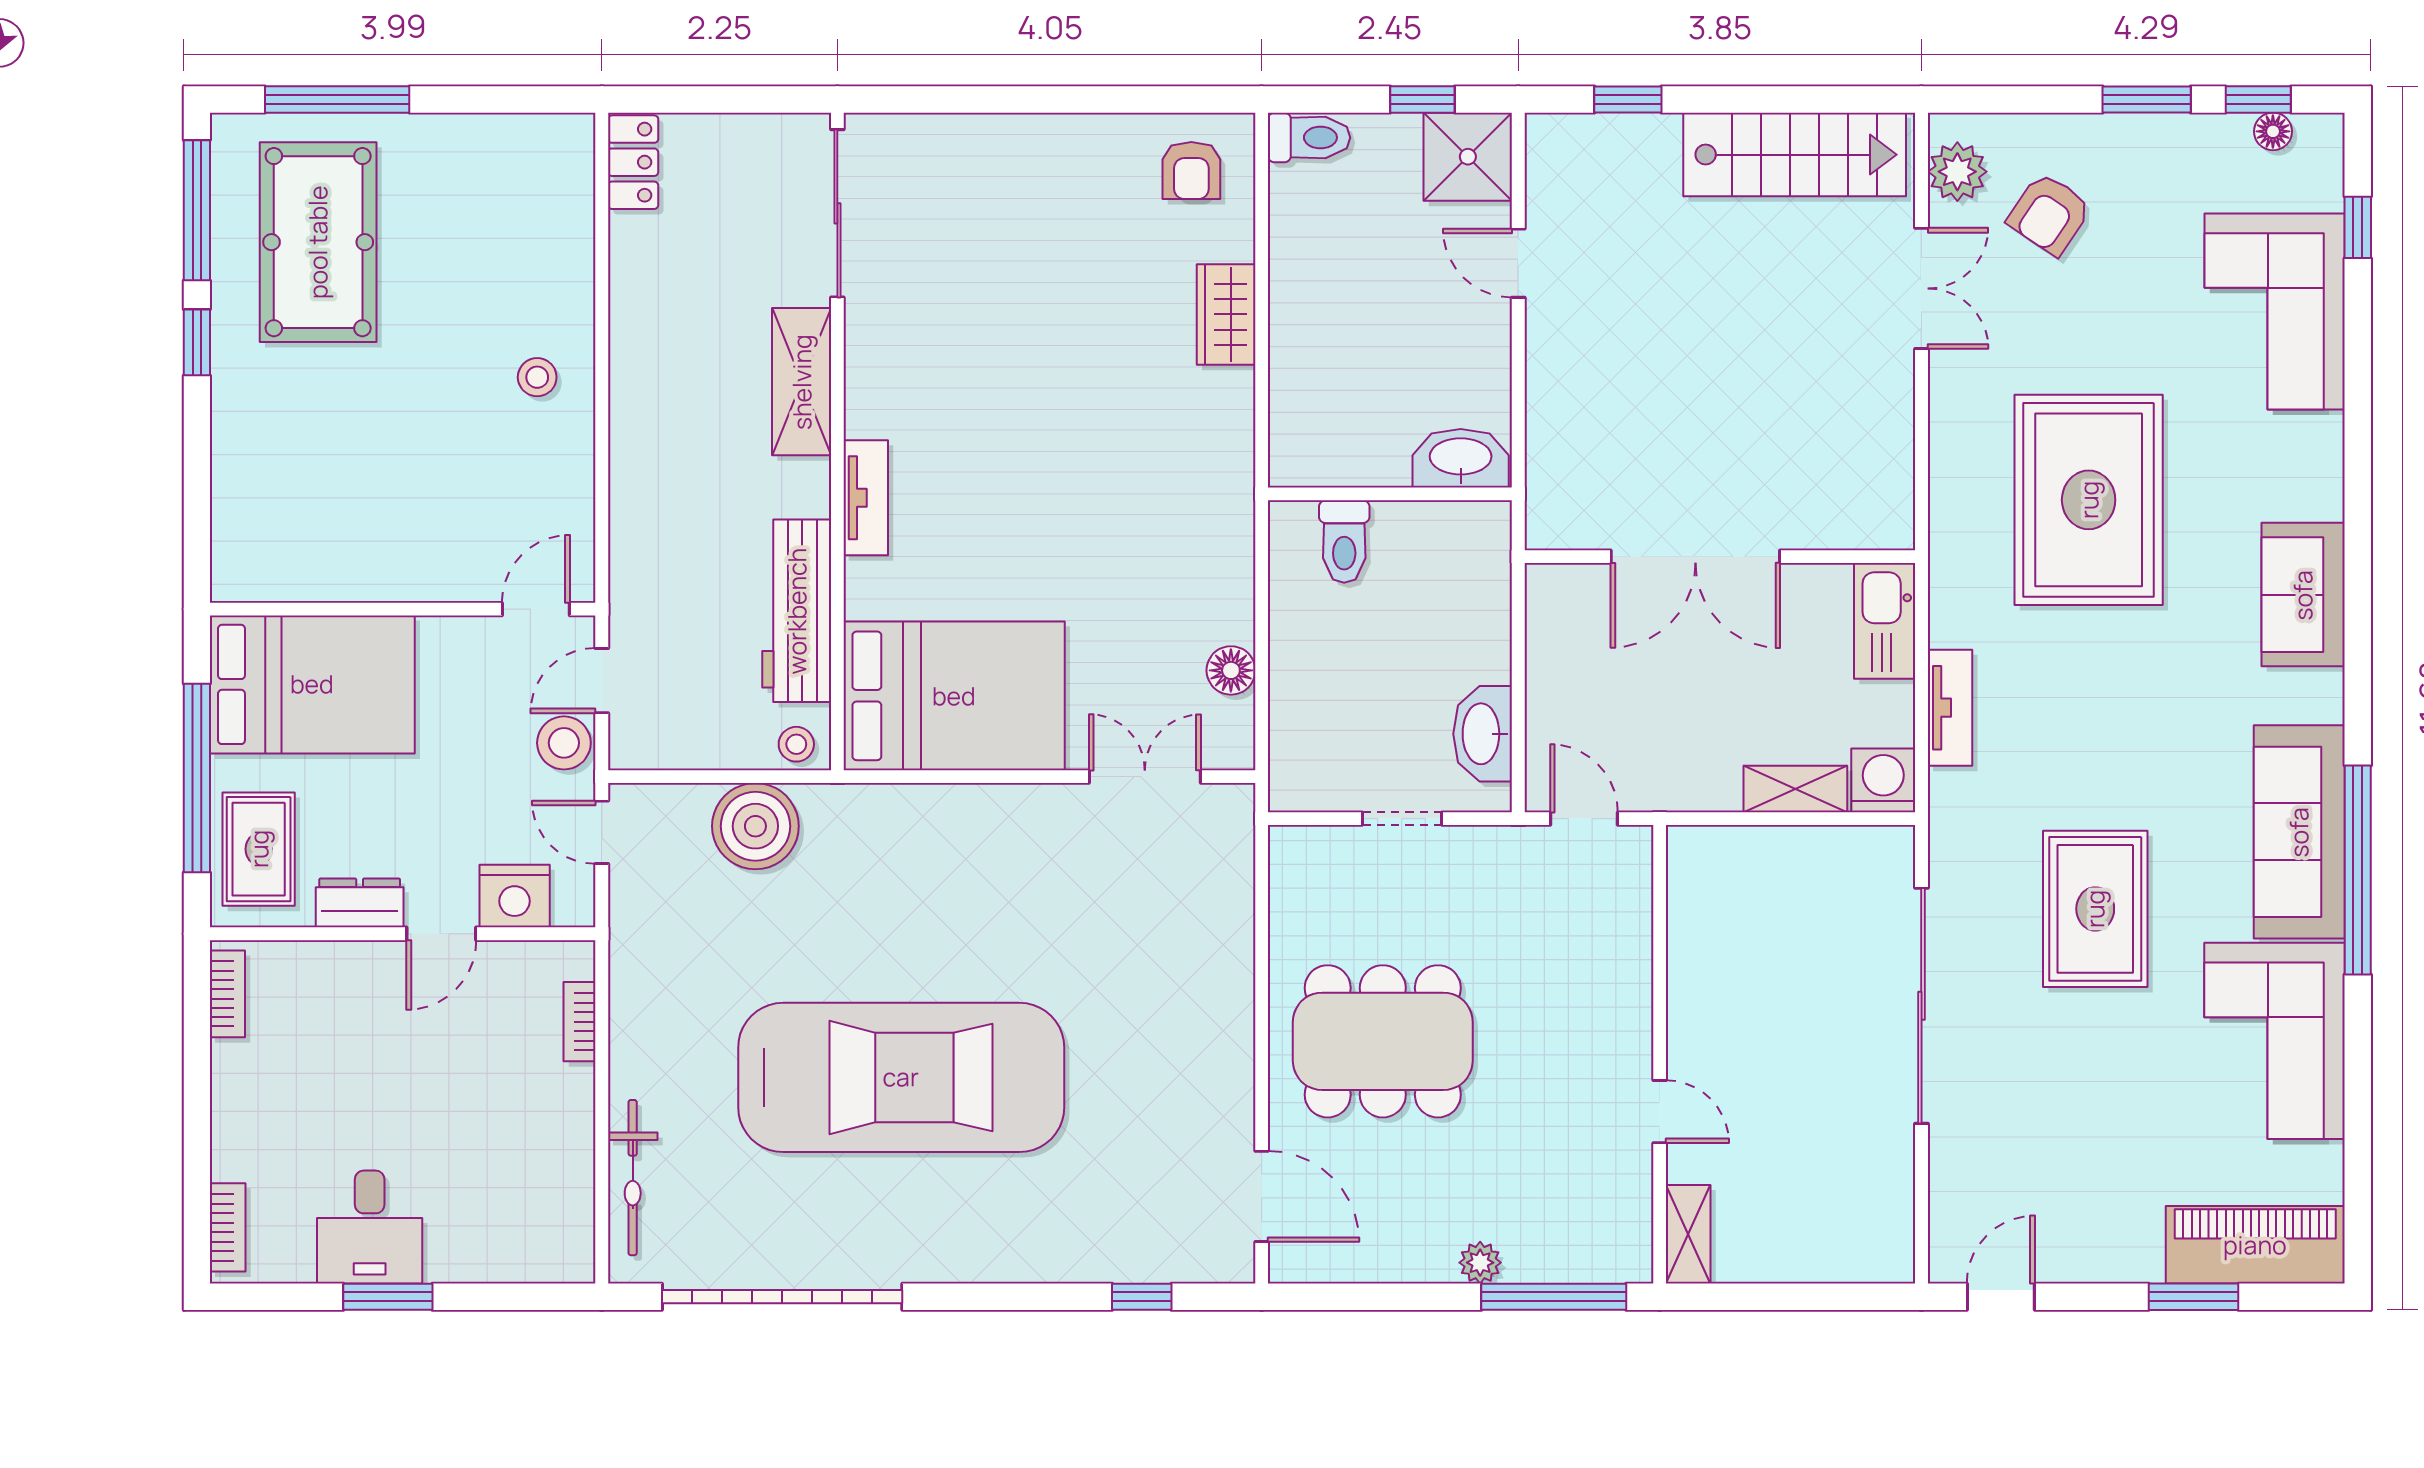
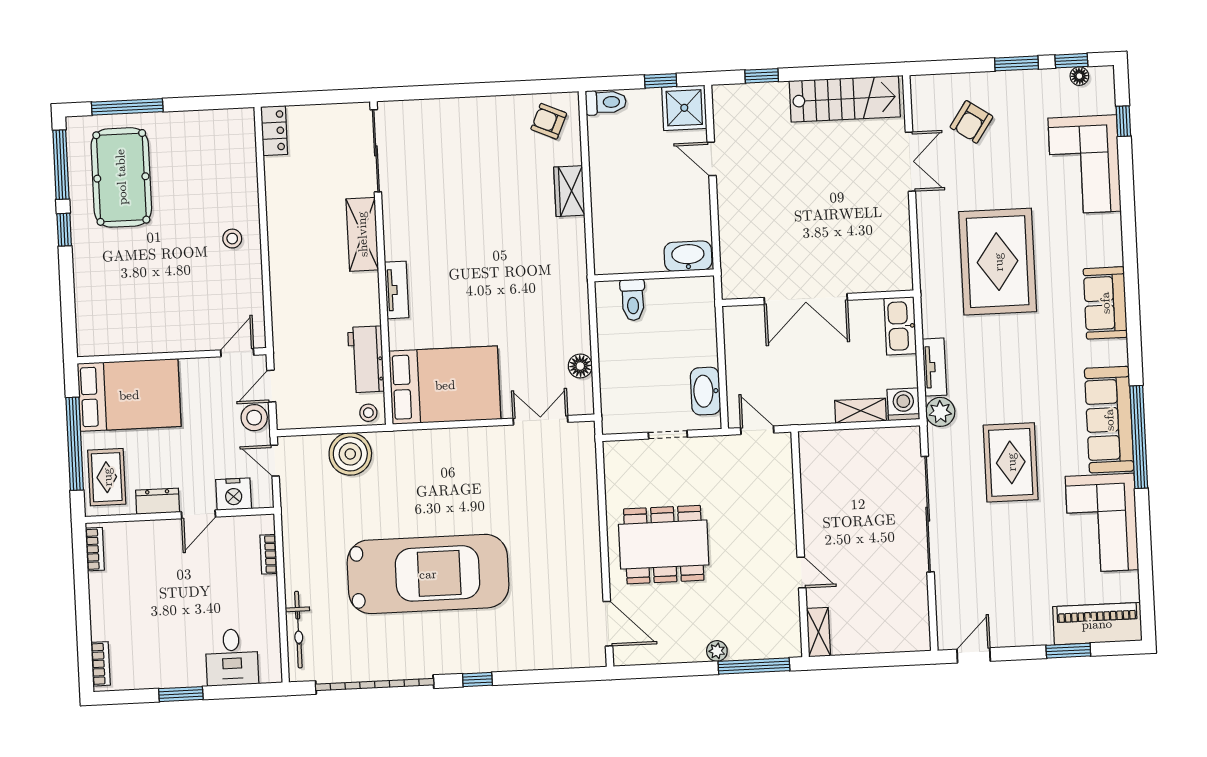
armchair: (1191, 171) -> (549, 121), turned 114
plant: (1957, 172) -> (940, 412), moved
workbench: (797, 611) -> (366, 359), width x0.73
desk: (370, 1227) -> (232, 657), moved
window: (1142, 1297) -> (477, 680), moved

